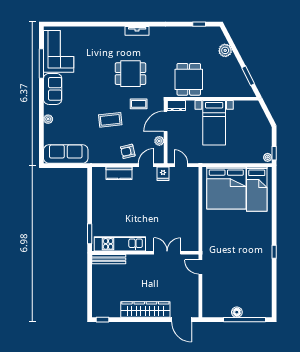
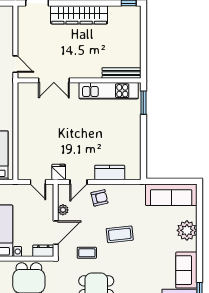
plant: (48, 119) -> (187, 230), width x1.88, depth x1.88

